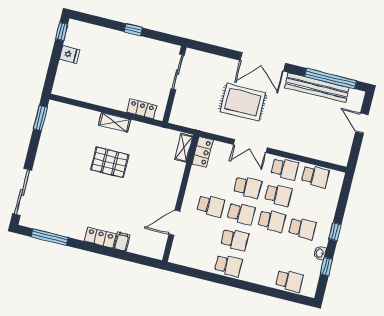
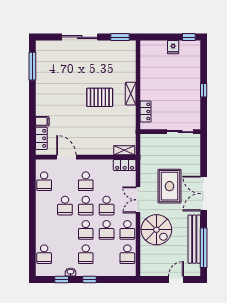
spiral stairs: (293, 132) -> (156, 230), added
pallet: (110, 162) -> (100, 97), turned 90
sliding door: (22, 192) -> (80, 37), moved
locker: (100, 238) -> (41, 138), moved
school desk: (228, 266) -> (44, 181), moved

